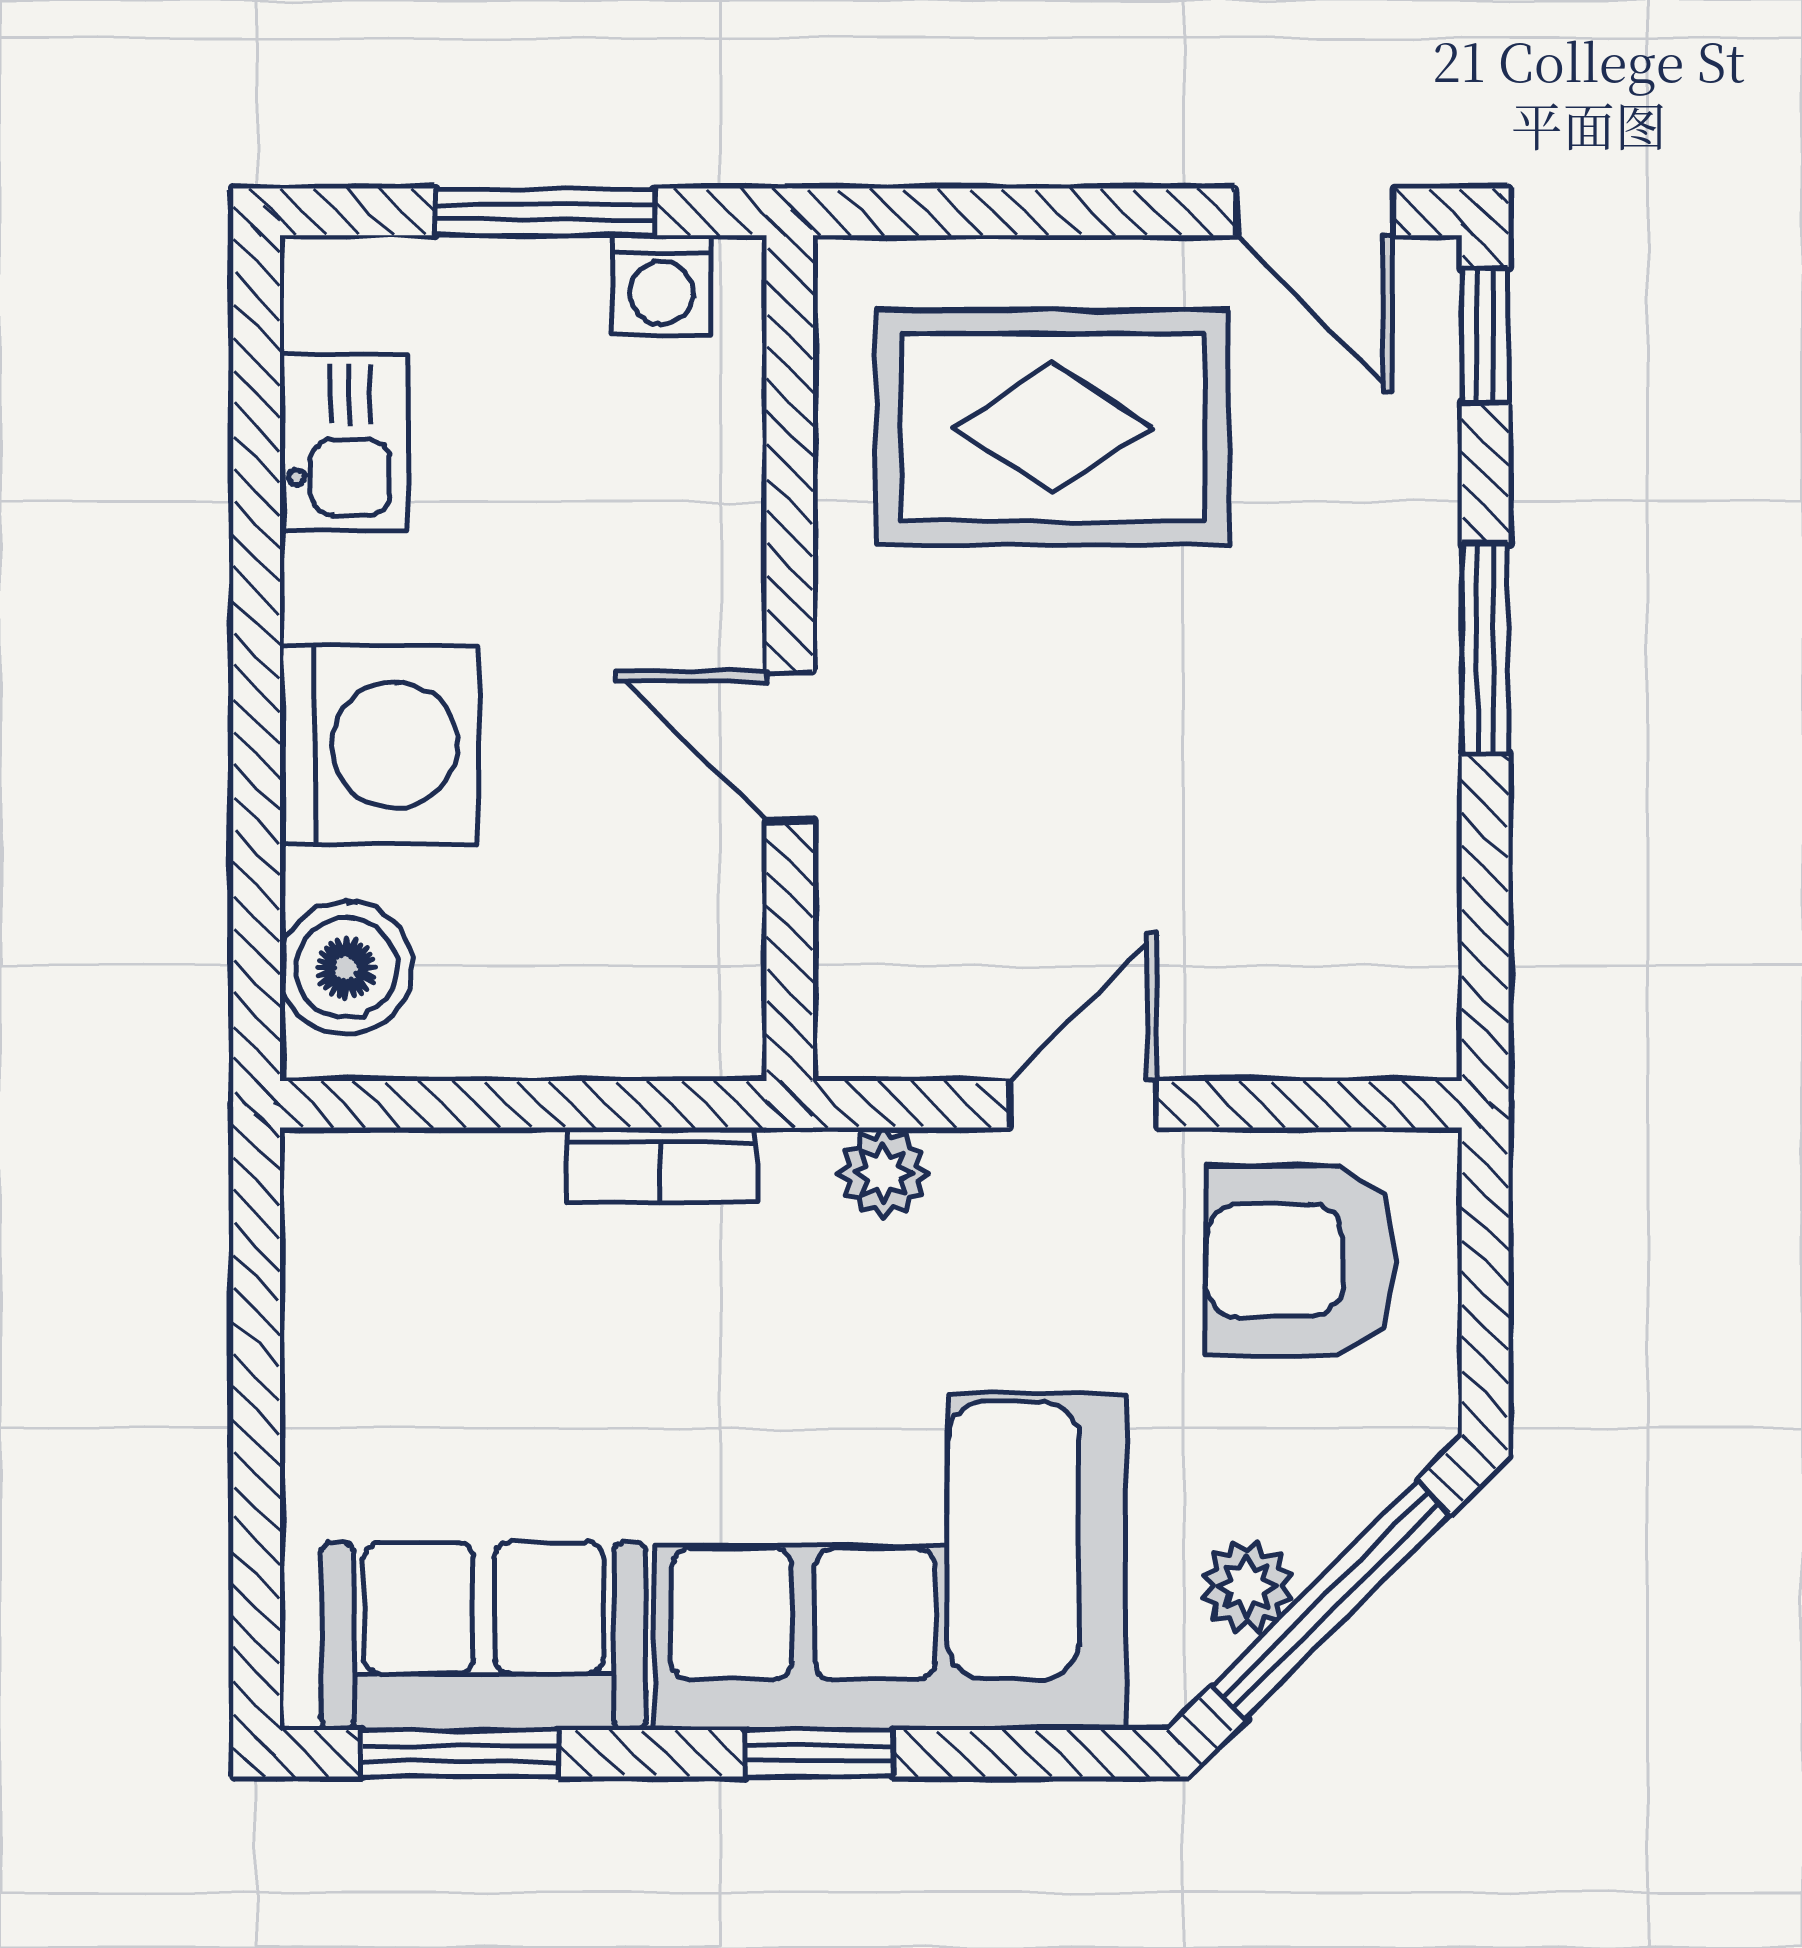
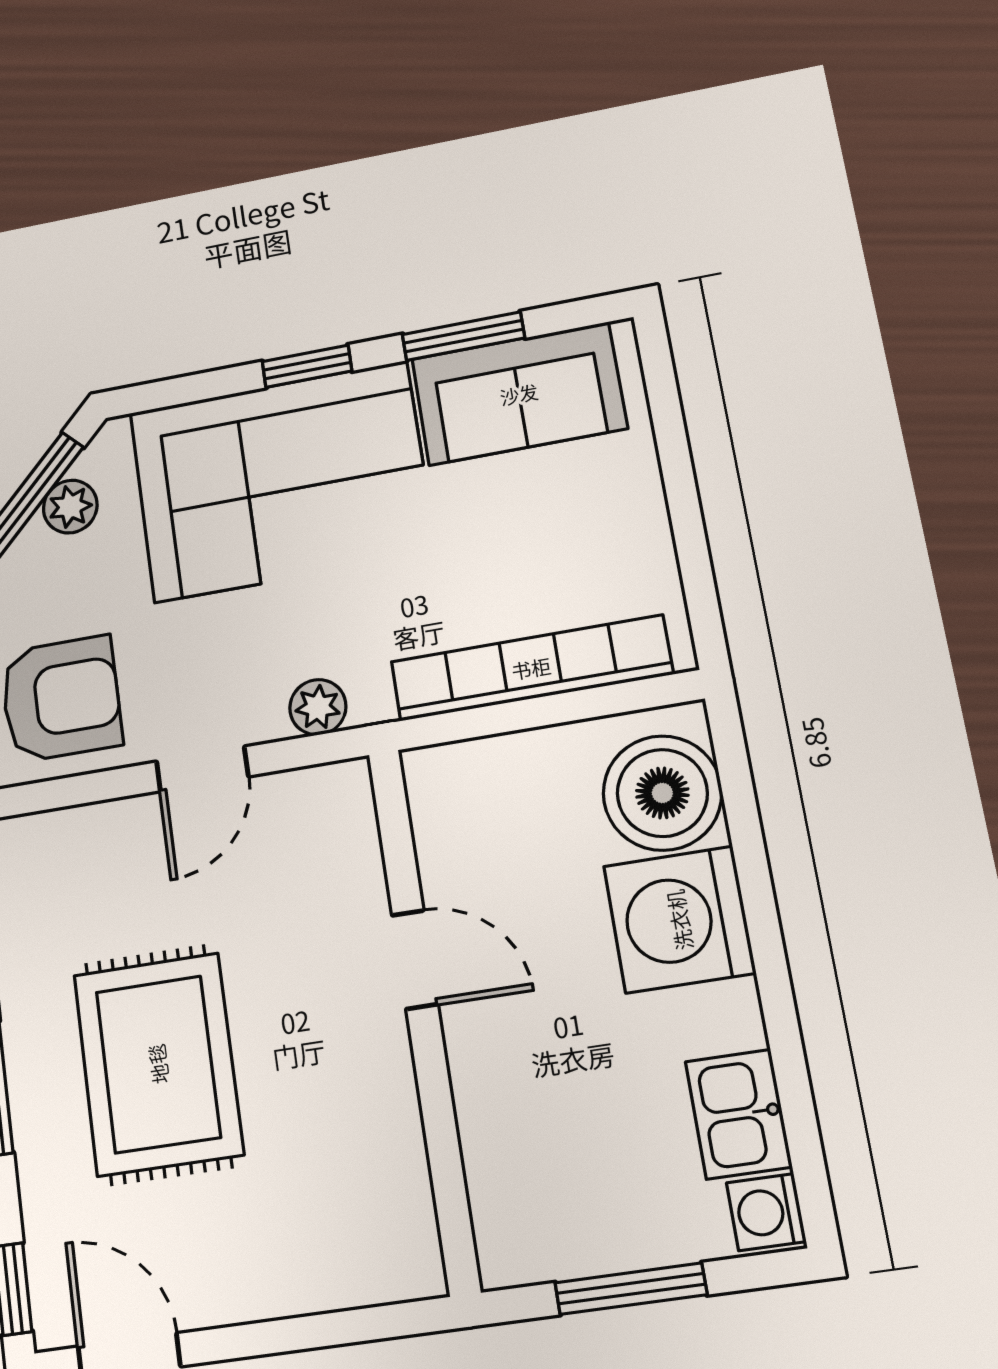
washing machine: (662, 285) -> (766, 1212), moved, turned -90
rug: (1052, 427) -> (158, 1064), moved, turned 90
boiler: (346, 968) -> (662, 793), width x1.37, depth x1.37
bookcase: (661, 1165) -> (531, 668), width x2.31, depth x1.31
window: (460, 1753) -> (463, 336), moved

